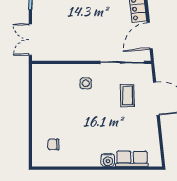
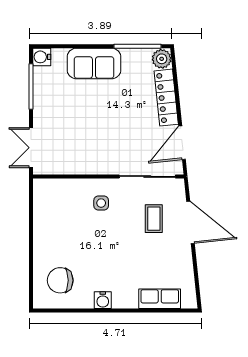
chair: (53, 144) -> (60, 280), width x1.87, depth x1.87
water cooler: (108, 160) -> (103, 300), moved

